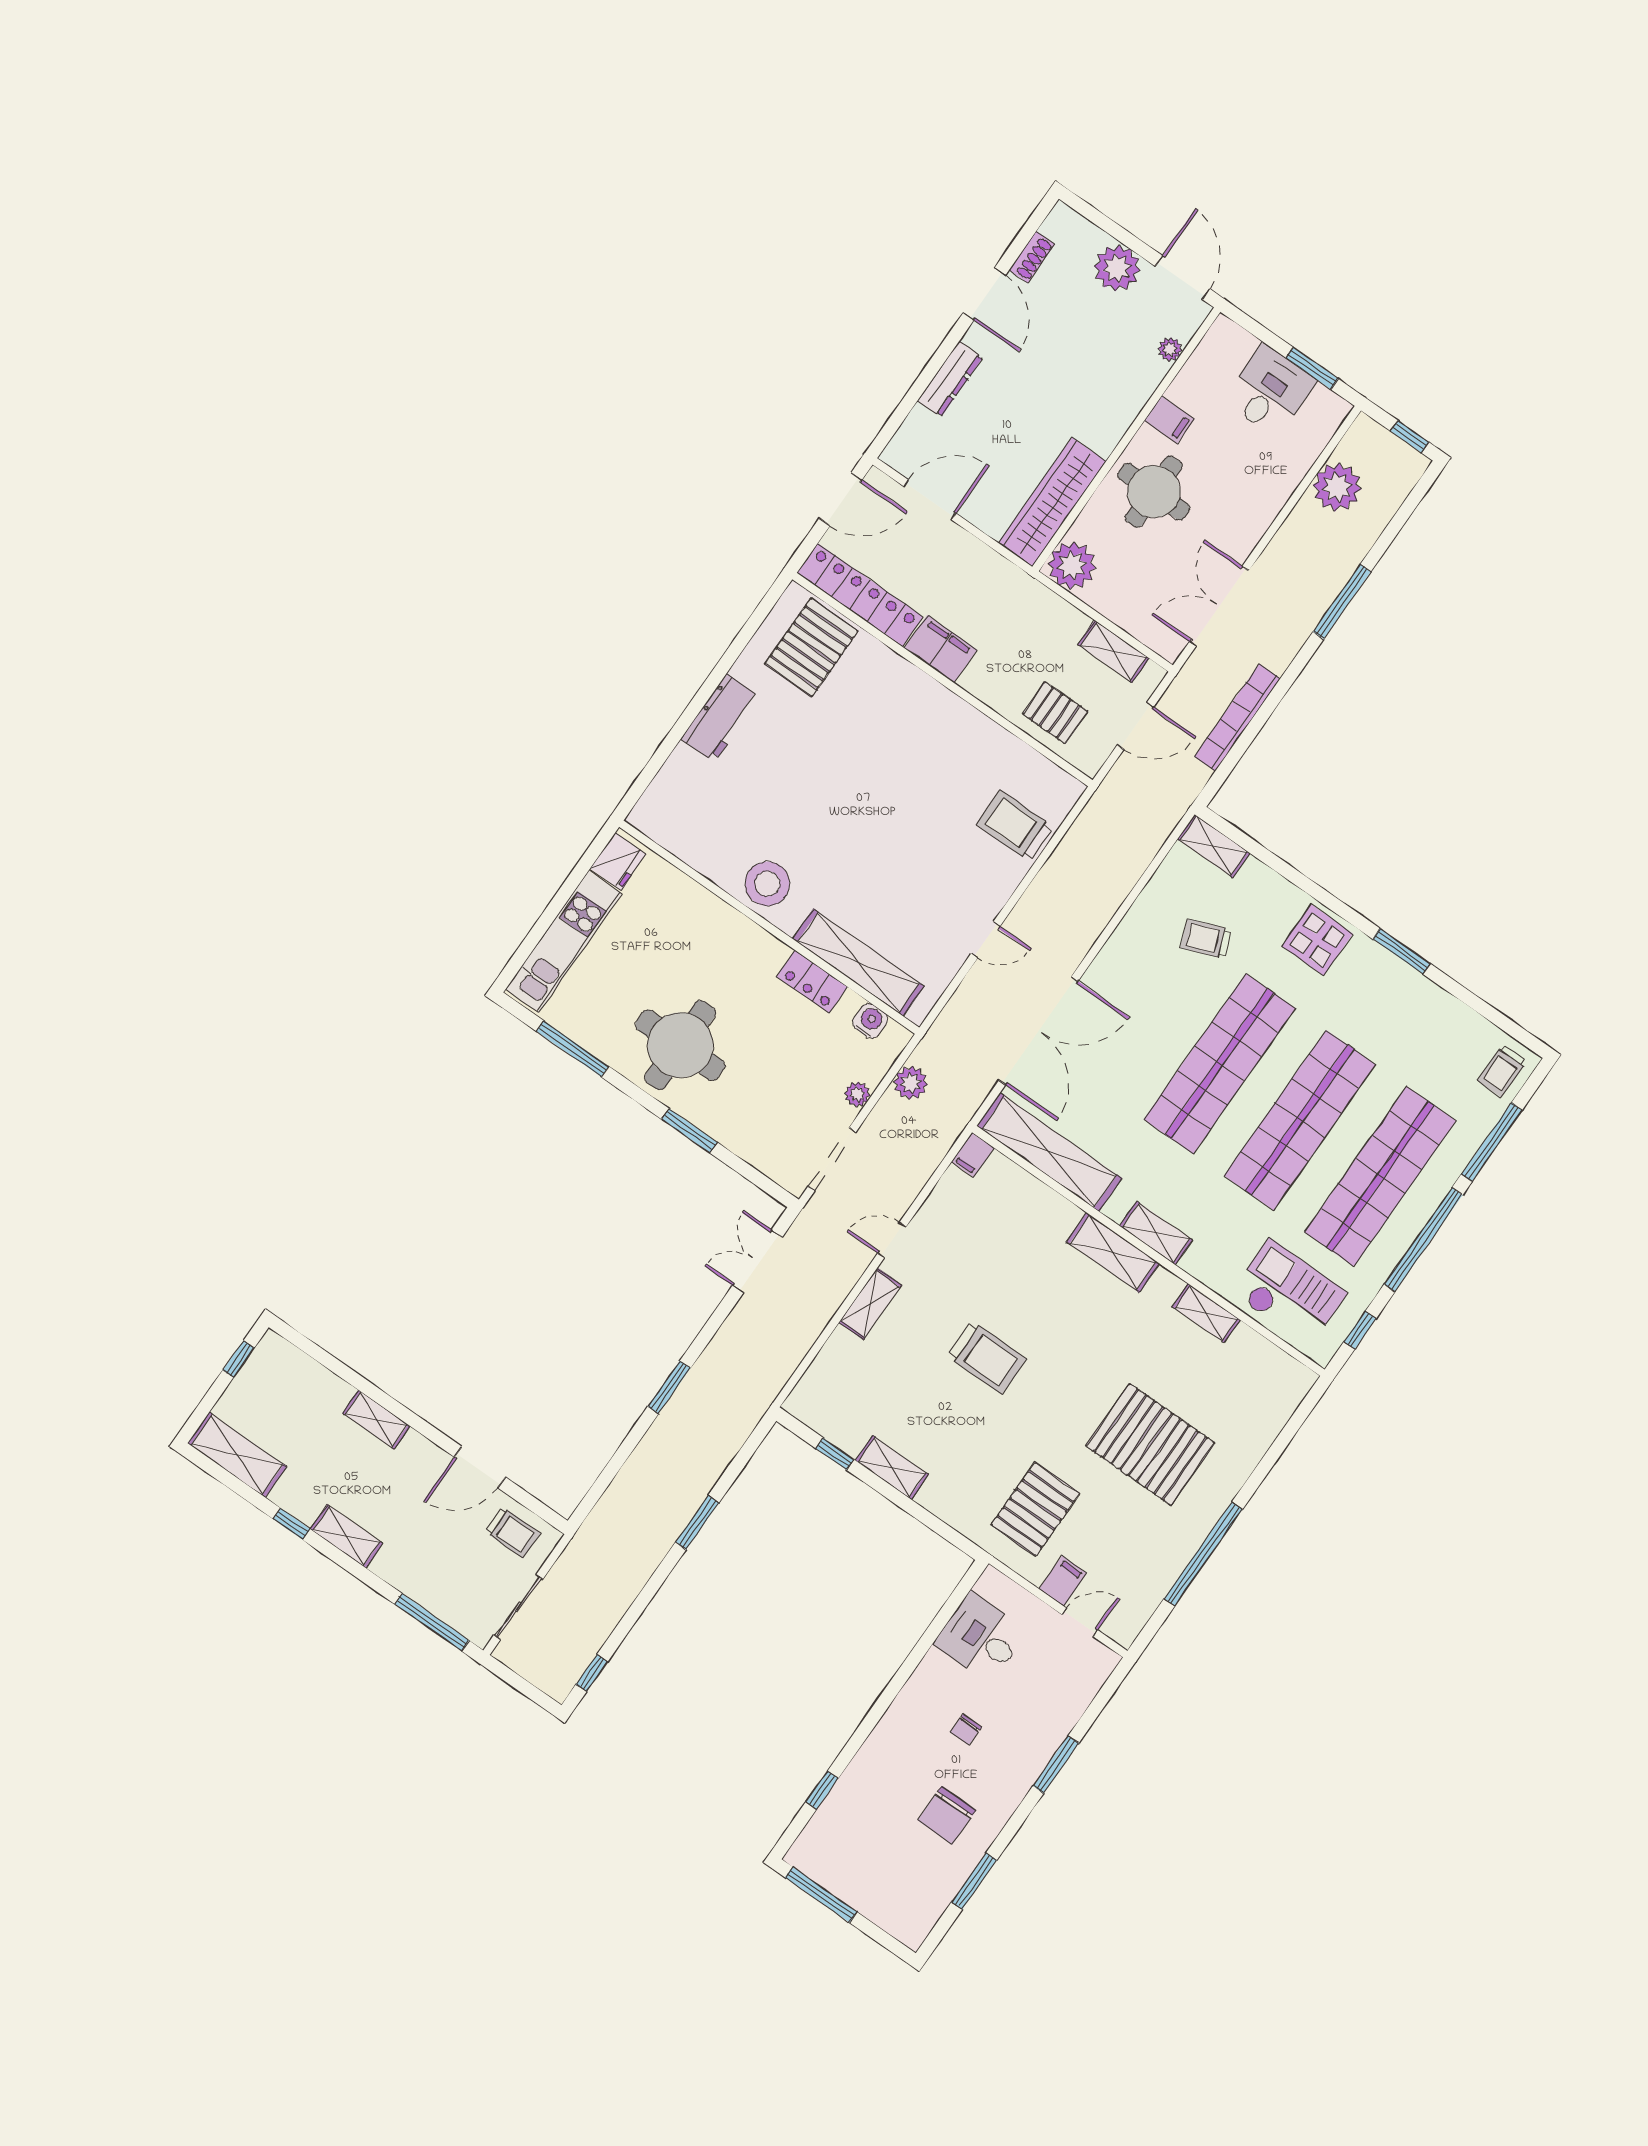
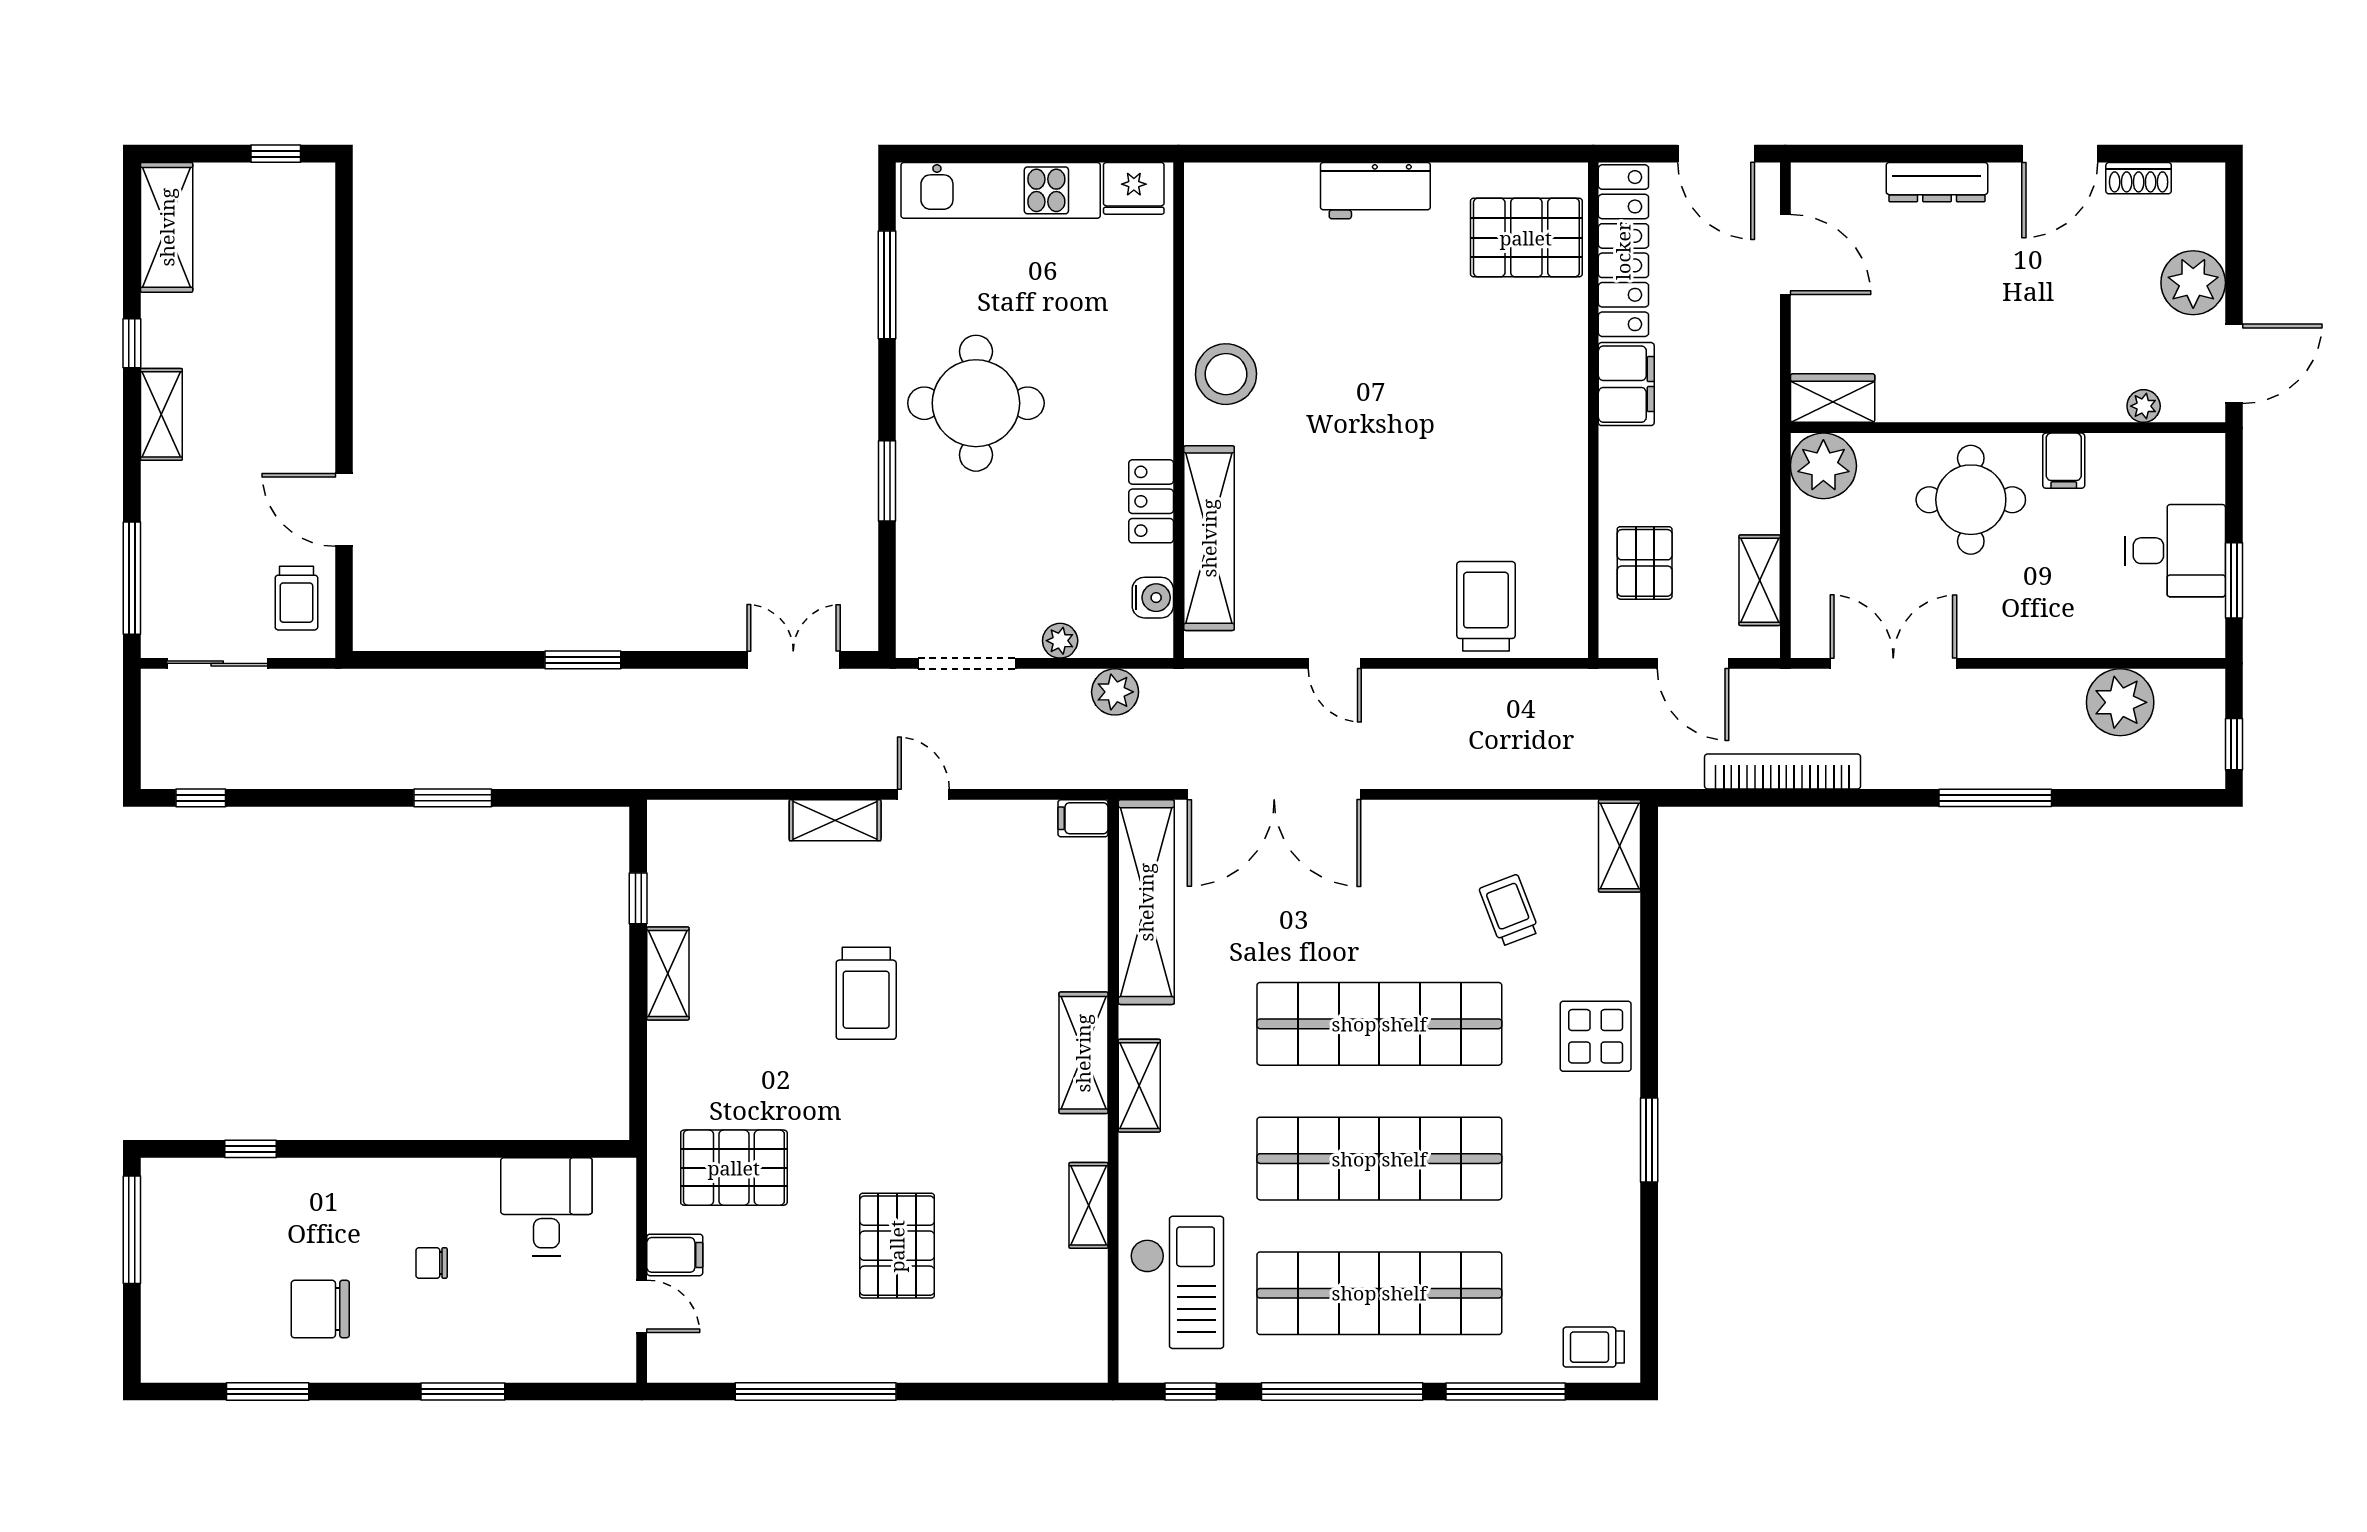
wardrobe: (1052, 502) -> (1833, 398), width x0.48, depth x0.85
shelving: (376, 1420) -> (316, 356), removed
pallet: (1150, 1444) -> (897, 1246), width x0.73, depth x0.71

